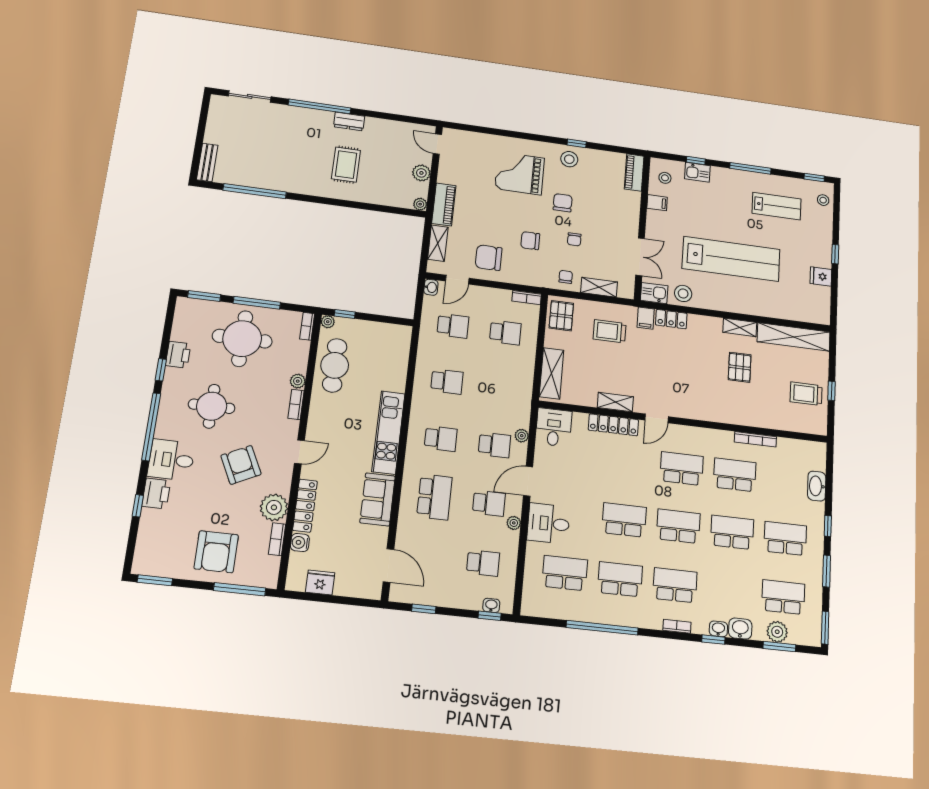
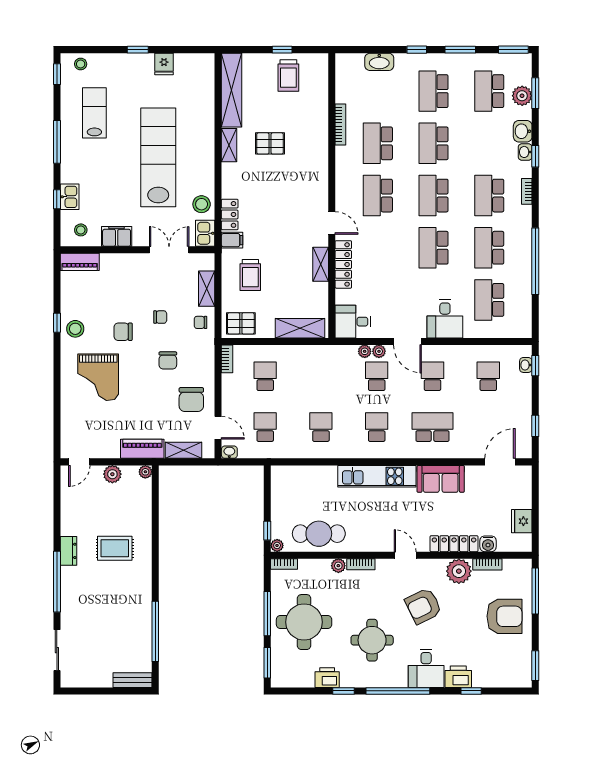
filing cabinet: (657, 203) -> (117, 236), width x2.00
plant: (514, 523) -> (379, 351), moved

